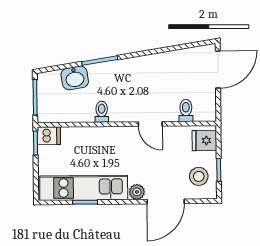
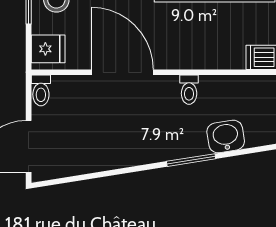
toilet: (186, 110) -> (41, 90), moved
door: (150, 124) -> (122, 72), width x1.88

